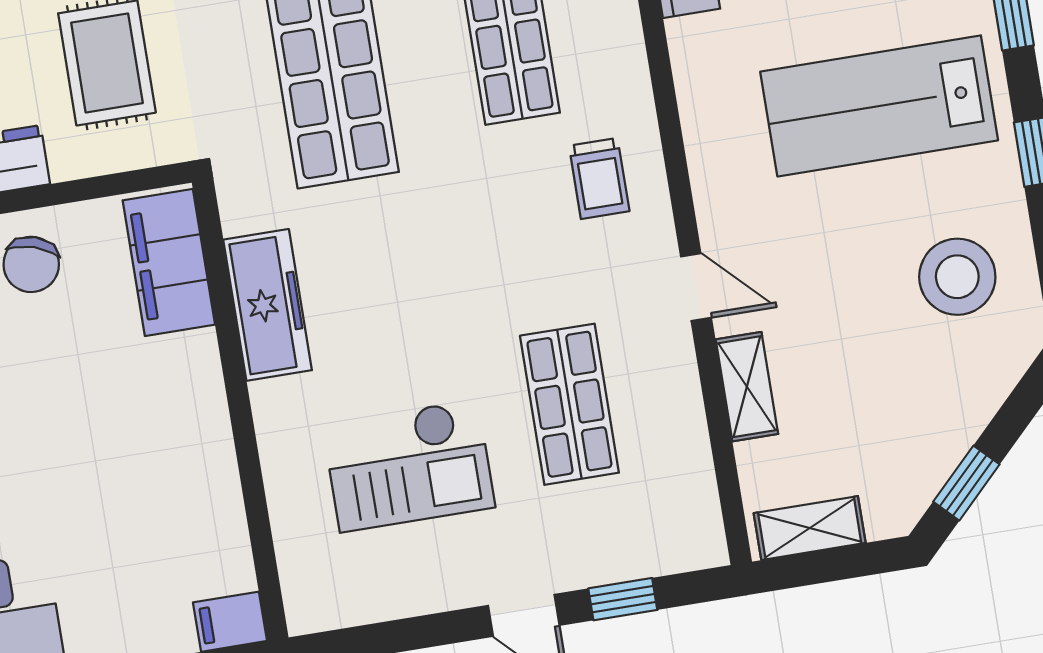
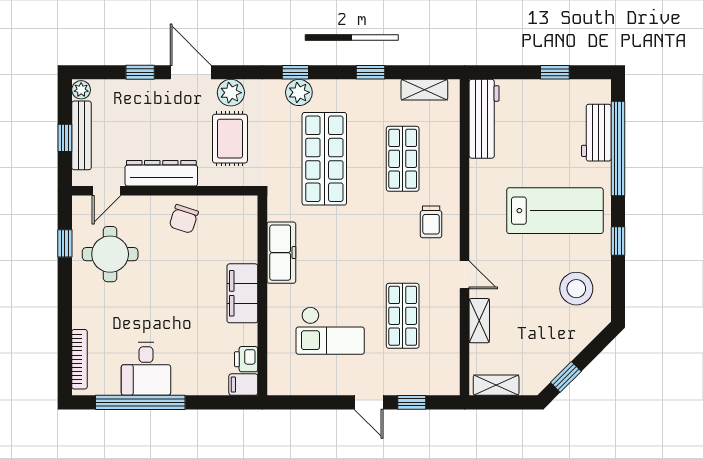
lab bench: (879, 106) -> (555, 211), turned 180
filing cabinet: (169, 262) -> (242, 293), moved
printer: (227, 562) -> (246, 359), added

